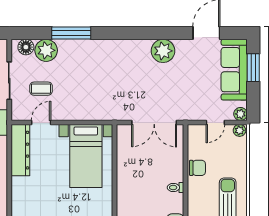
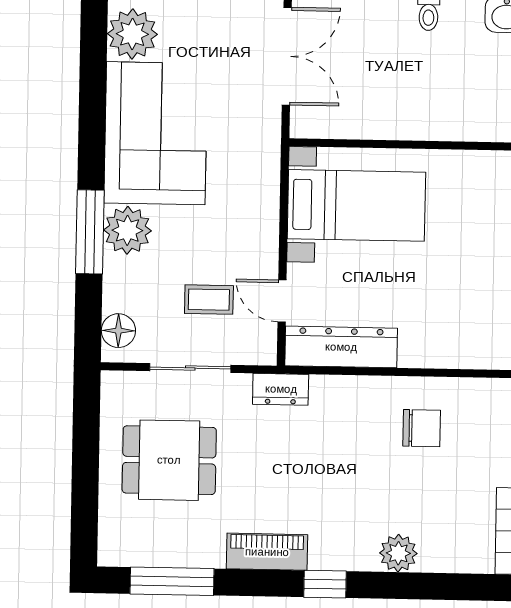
plant: (46, 50) -> (127, 230), moved
corner sofa: (117, 63) -> (156, 133), added
coffee table: (41, 89) -> (209, 300), turned 90

